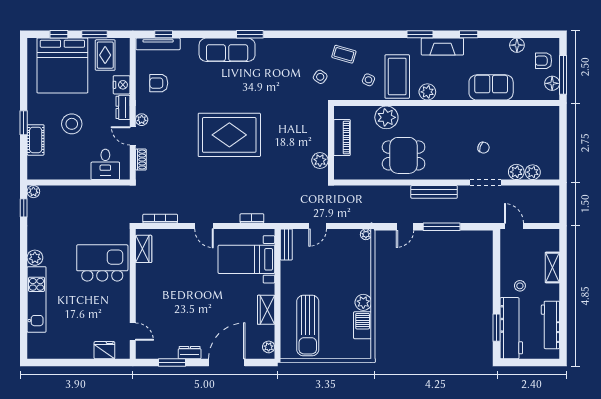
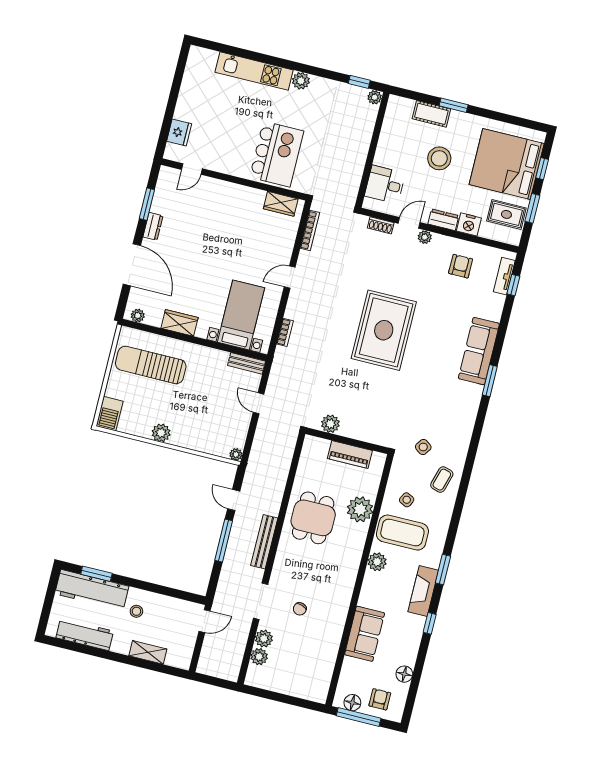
tv unit: (158, 44) -> (504, 276), width x0.71
barbecue: (363, 325) -> (110, 414), moved, turned 90

